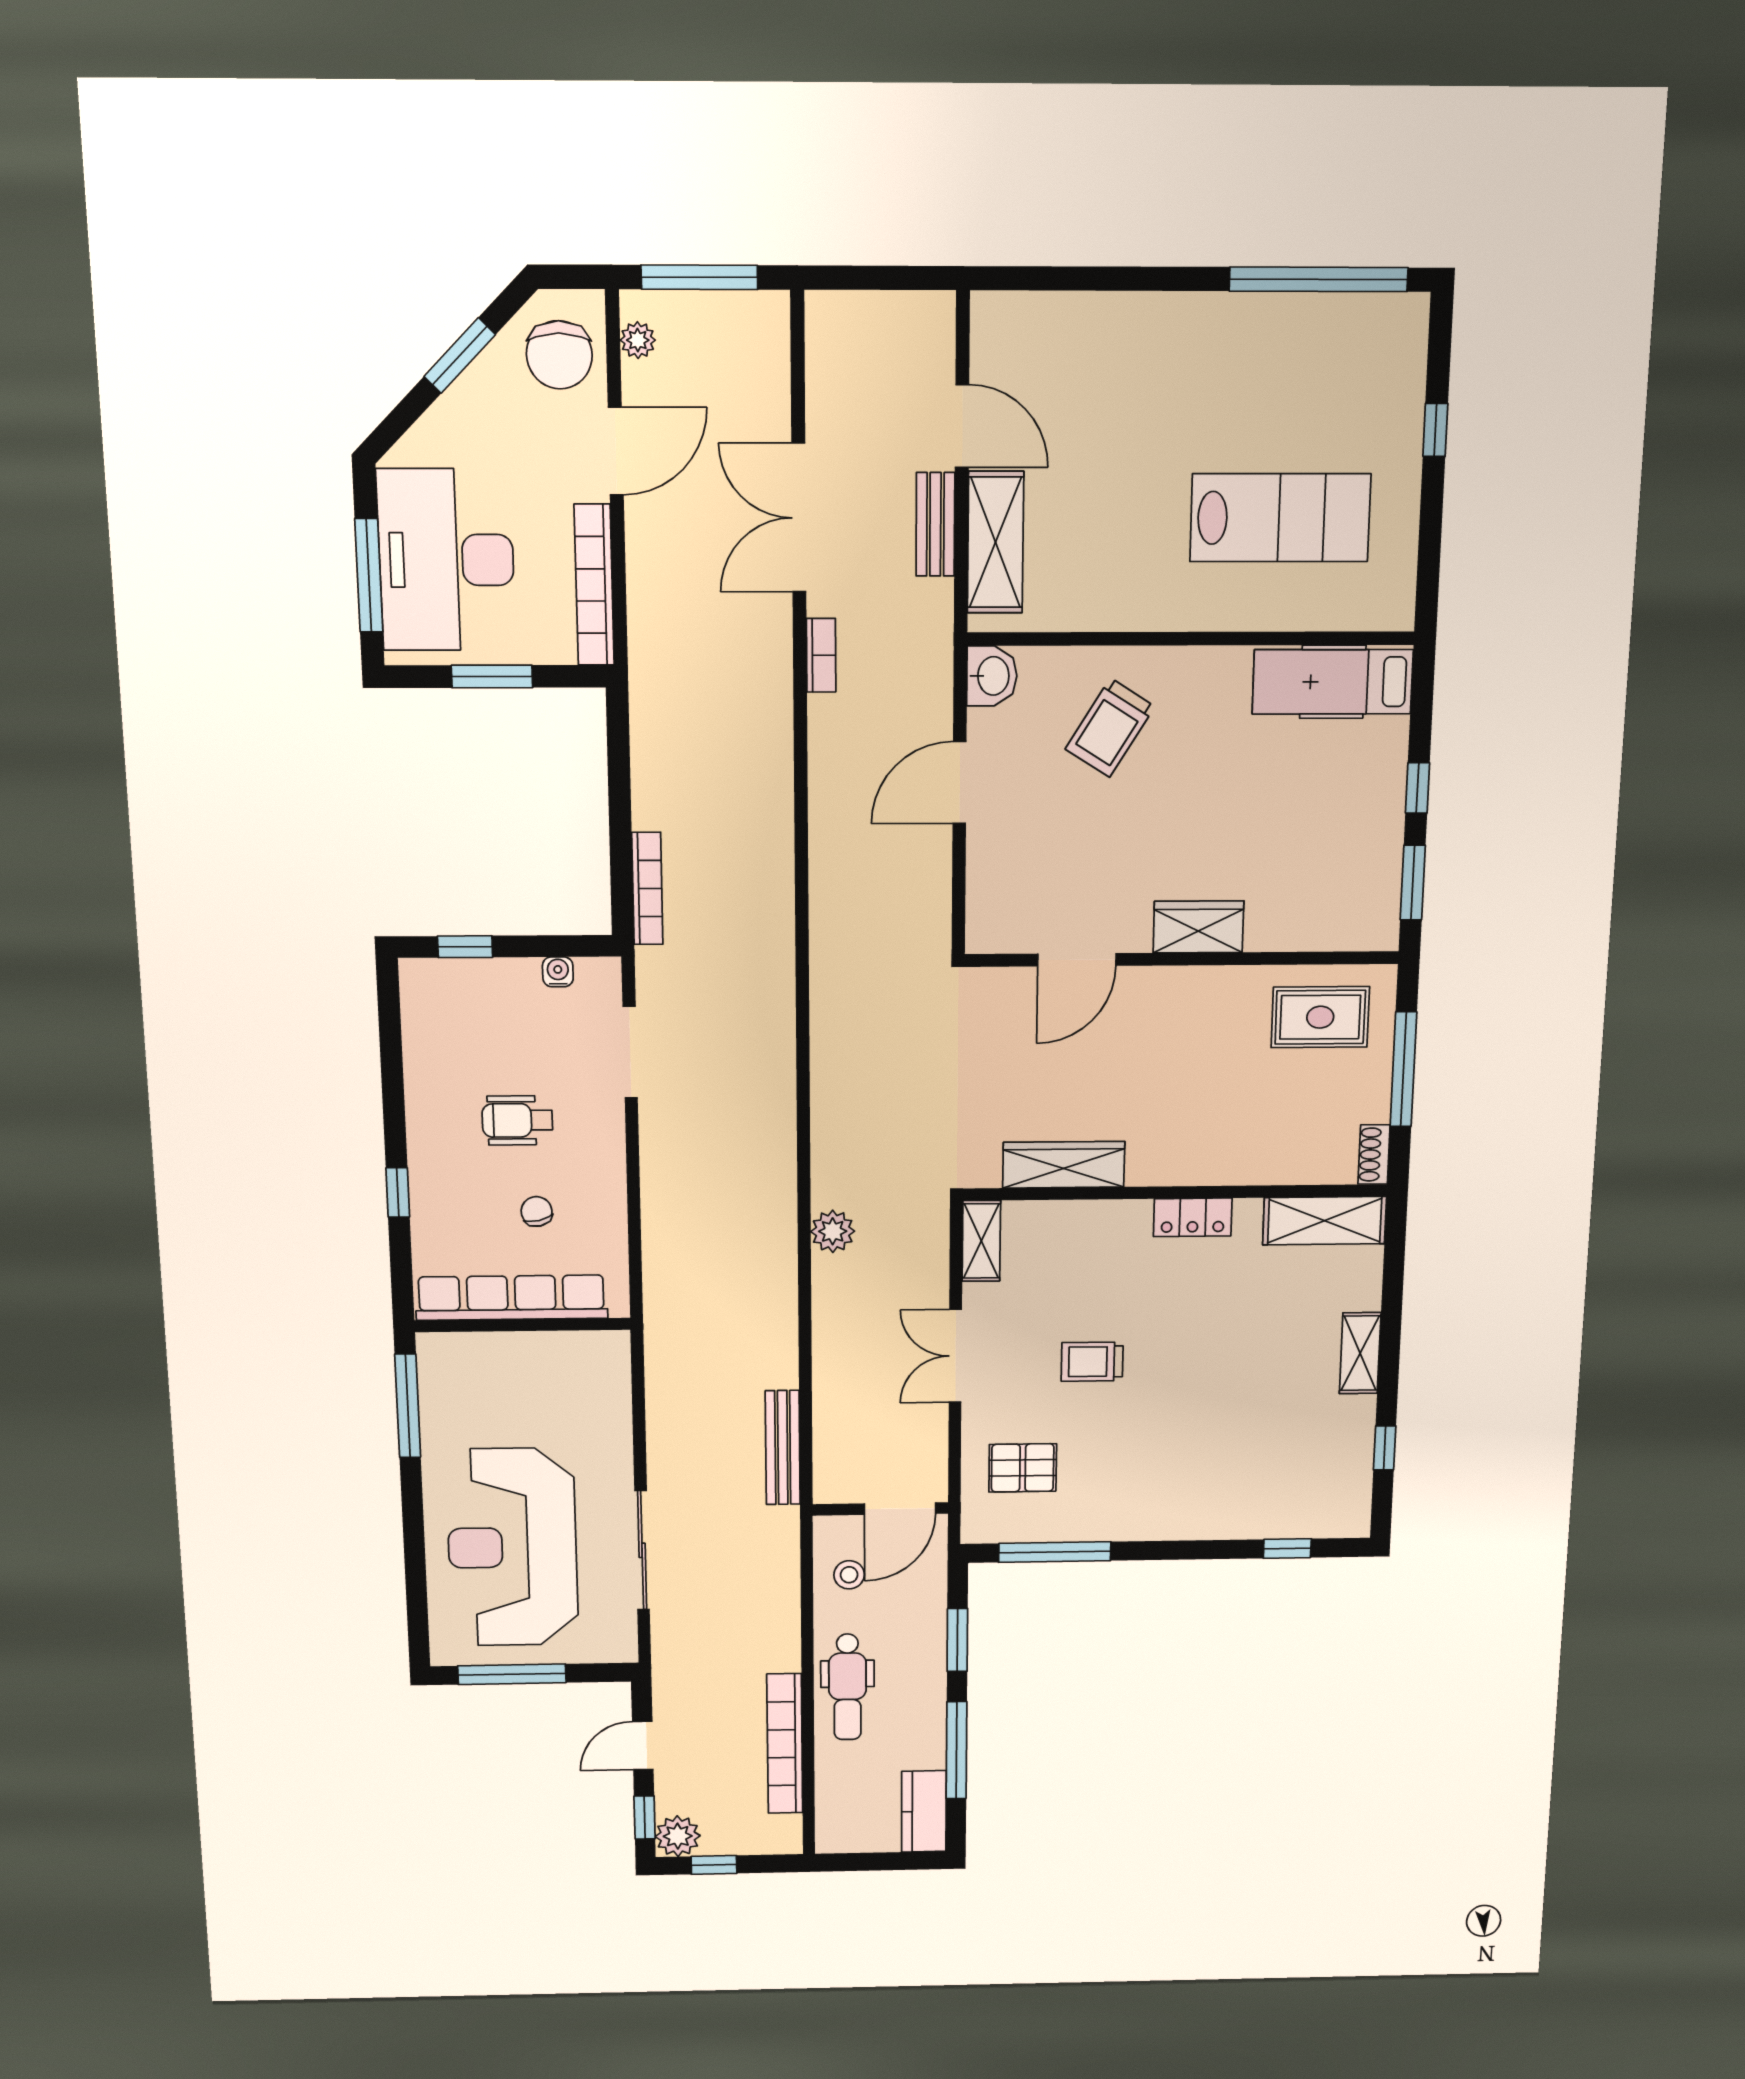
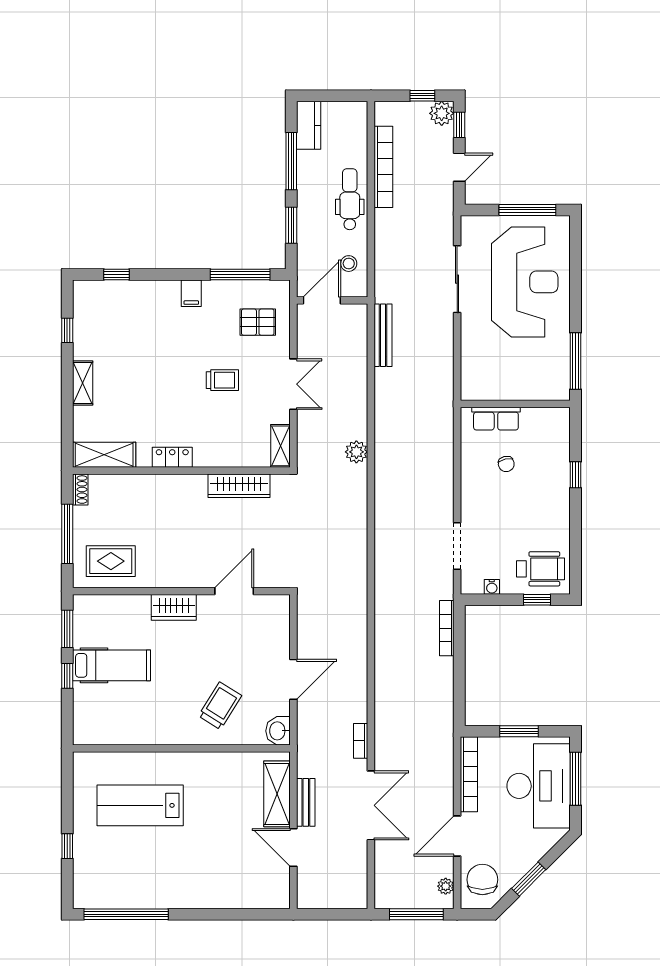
hospital bed: (1333, 682) -> (112, 665), moved
wheelchair: (517, 1120) -> (541, 569), moved, width x1.36, depth x1.37
row of seats: (511, 1298) -> (496, 419), width x0.50
filing cabinet: (1148, 1518) -> (191, 293), added

